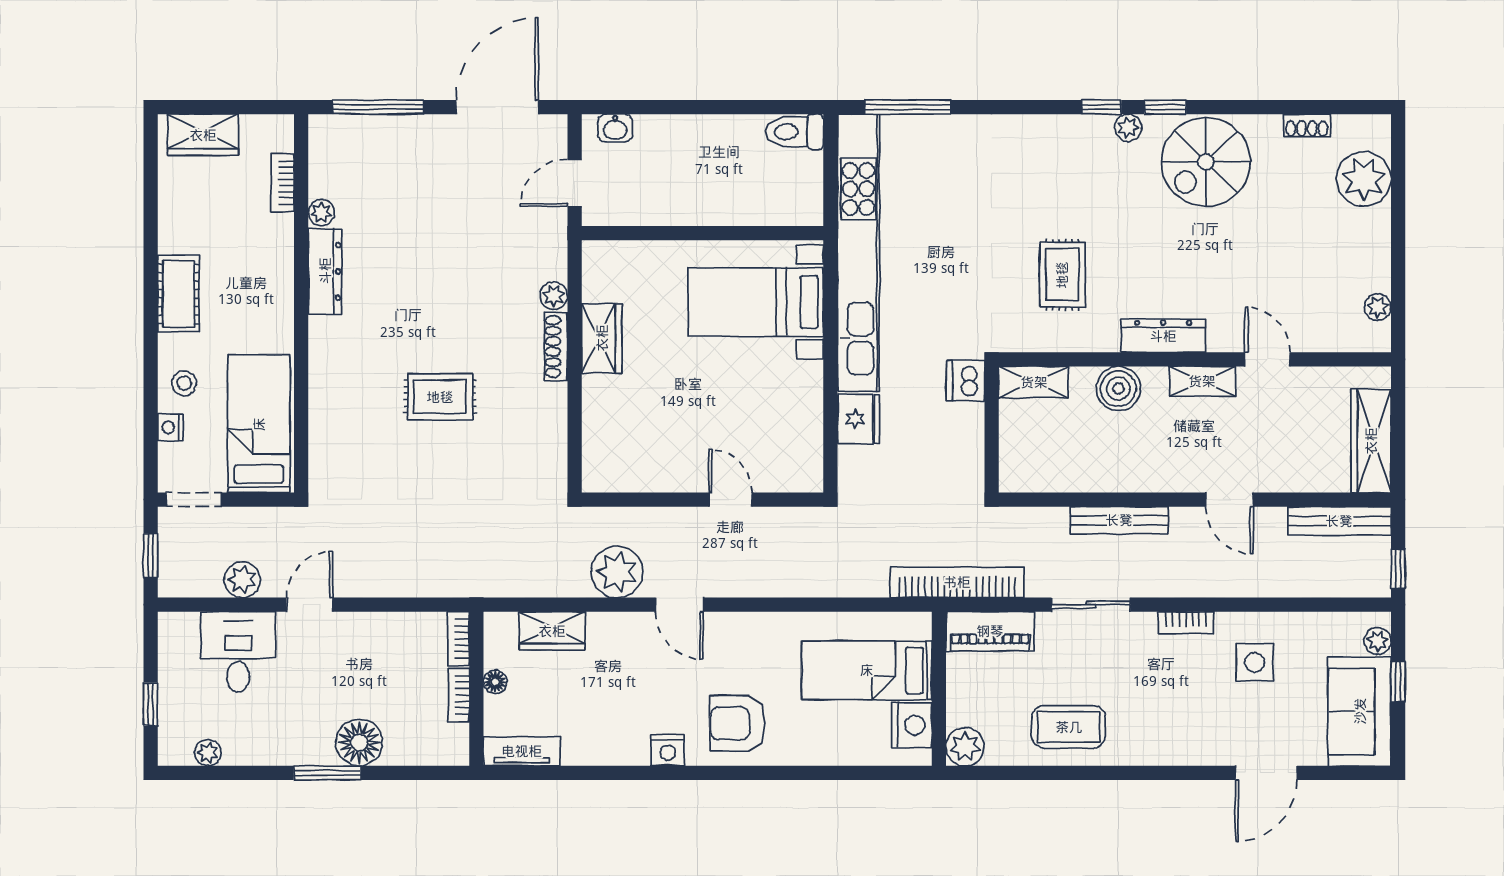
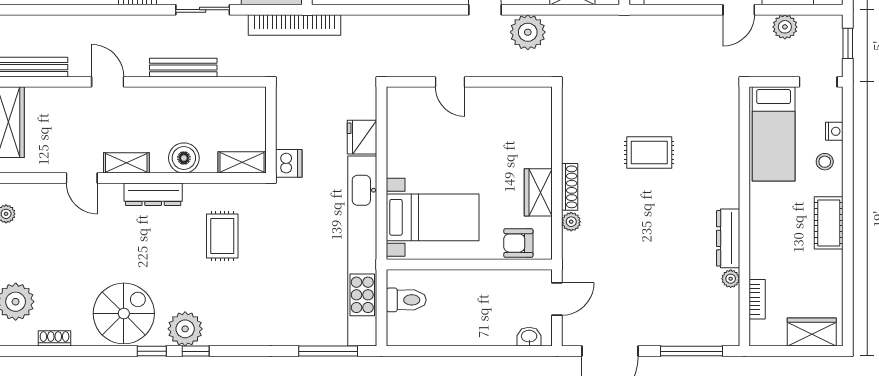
plant: (1128, 128) -> (185, 329), width x1.88, depth x1.88
toilet: (794, 132) -> (406, 300), moved
armchair: (631, 265) -> (518, 243), added

